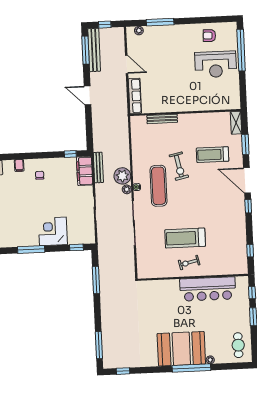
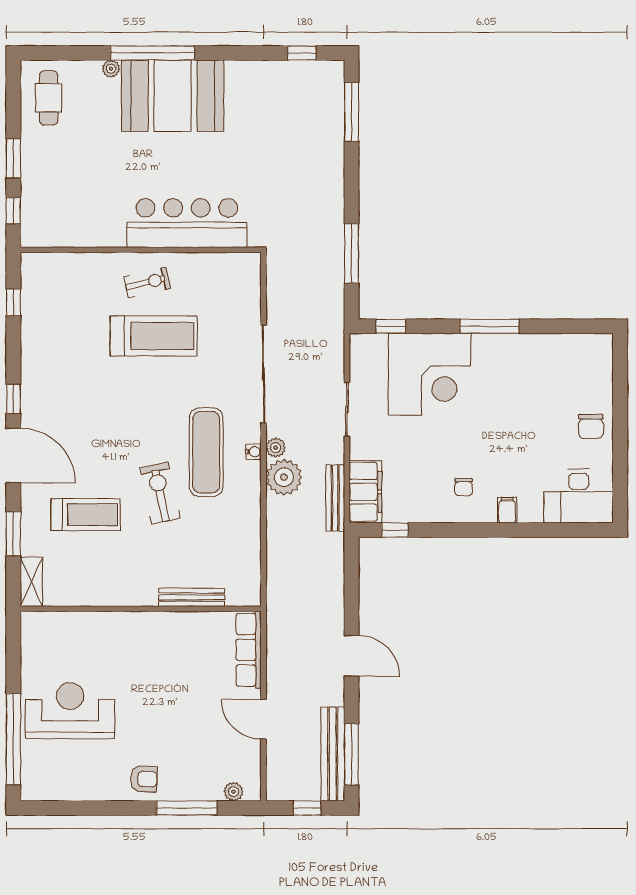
armchair: (209, 36) -> (144, 779), moved
corner desk: (53, 231) -> (430, 374), width x1.36, depth x1.36
bar counter: (208, 289) -> (187, 223), moved

